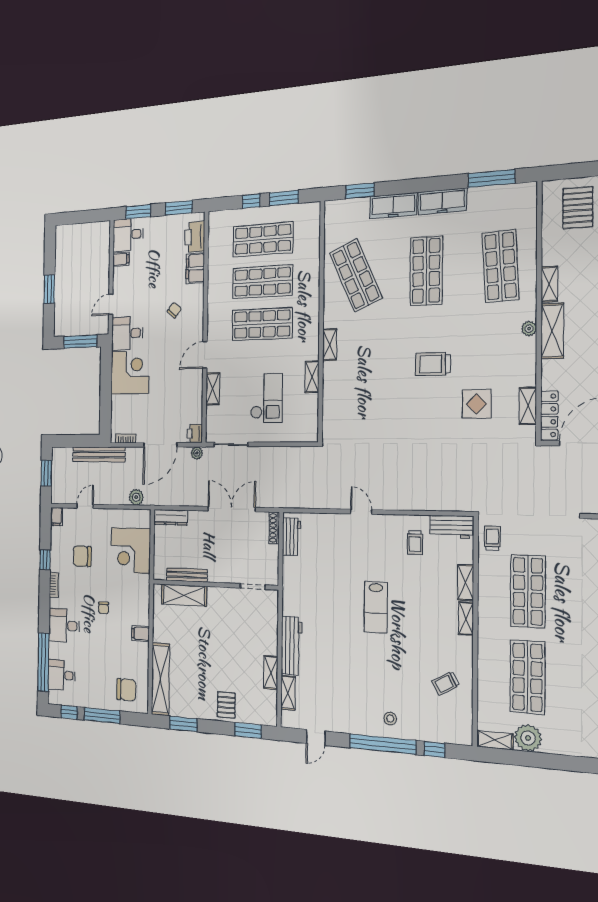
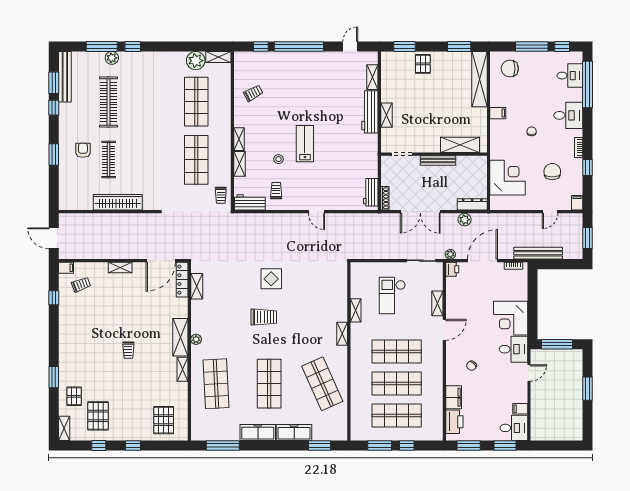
display table: (476, 404) -> (271, 279), moved
plant: (136, 497) -> (465, 220), moved
chair: (82, 556) -> (552, 172), turned -90
bench: (187, 575) -> (438, 160), moved
shelving: (271, 672) -> (386, 115), moved
stool: (390, 719) -> (279, 159), moved

